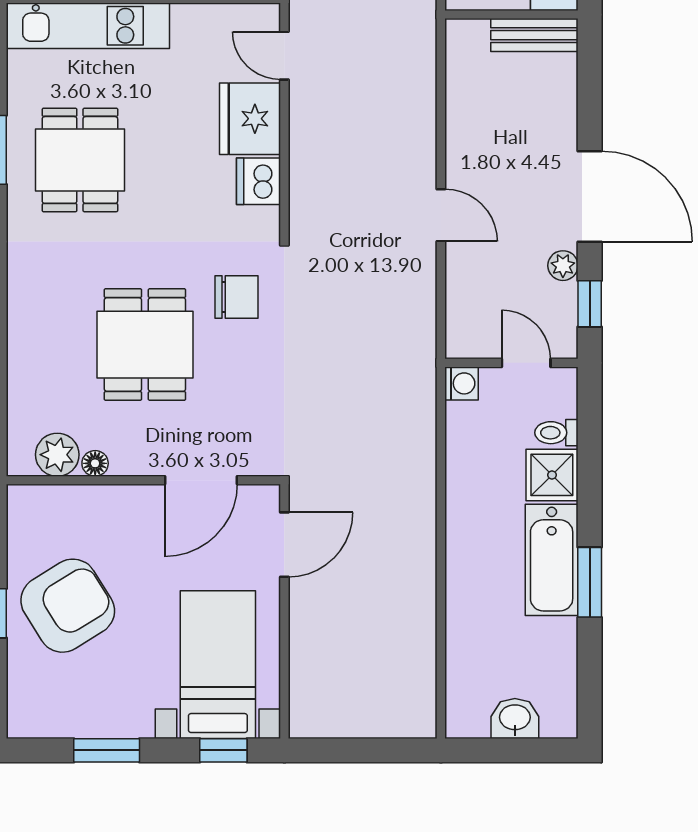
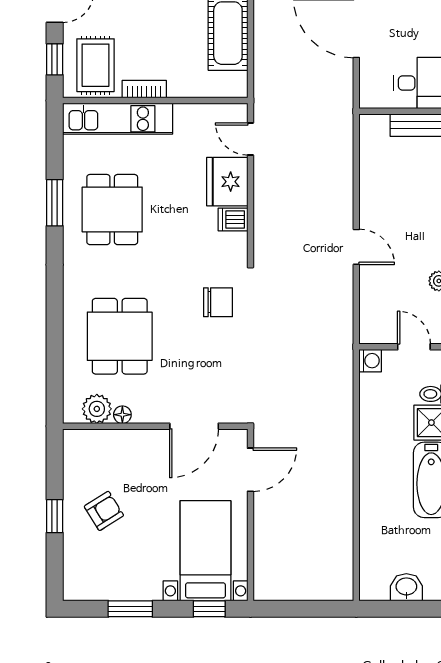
dishwasher: (259, 181) -> (233, 219), width x0.73
dining table: (145, 345) -> (120, 336), moved
armchair: (68, 606) -> (104, 511), width x0.53, depth x0.53

